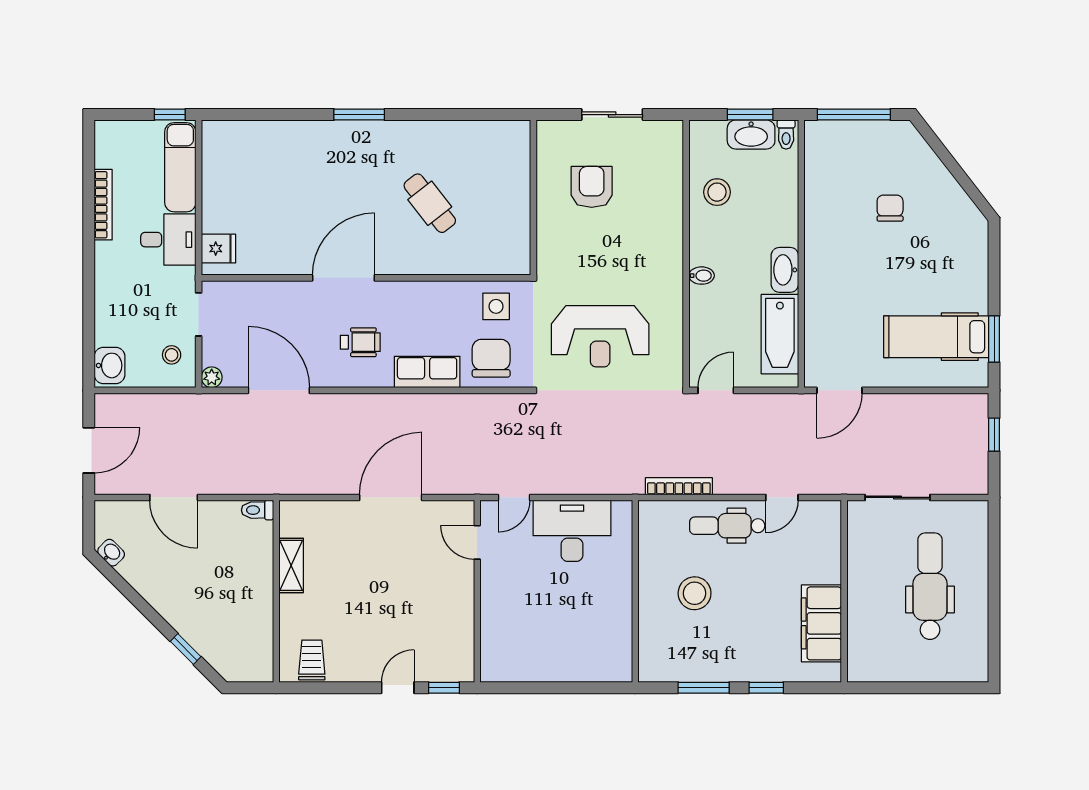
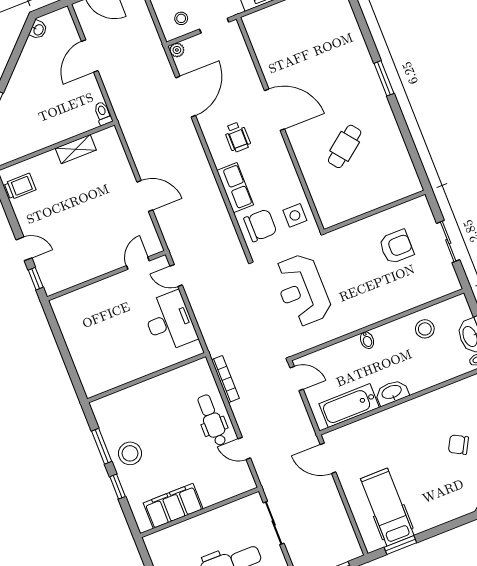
chair: (890, 208) -> (458, 445), turned -151
fridge: (218, 249) -> (262, 22), removed
door: (391, 497) -> (145, 196), width x0.73
stool: (695, 593) -> (130, 453), moved

